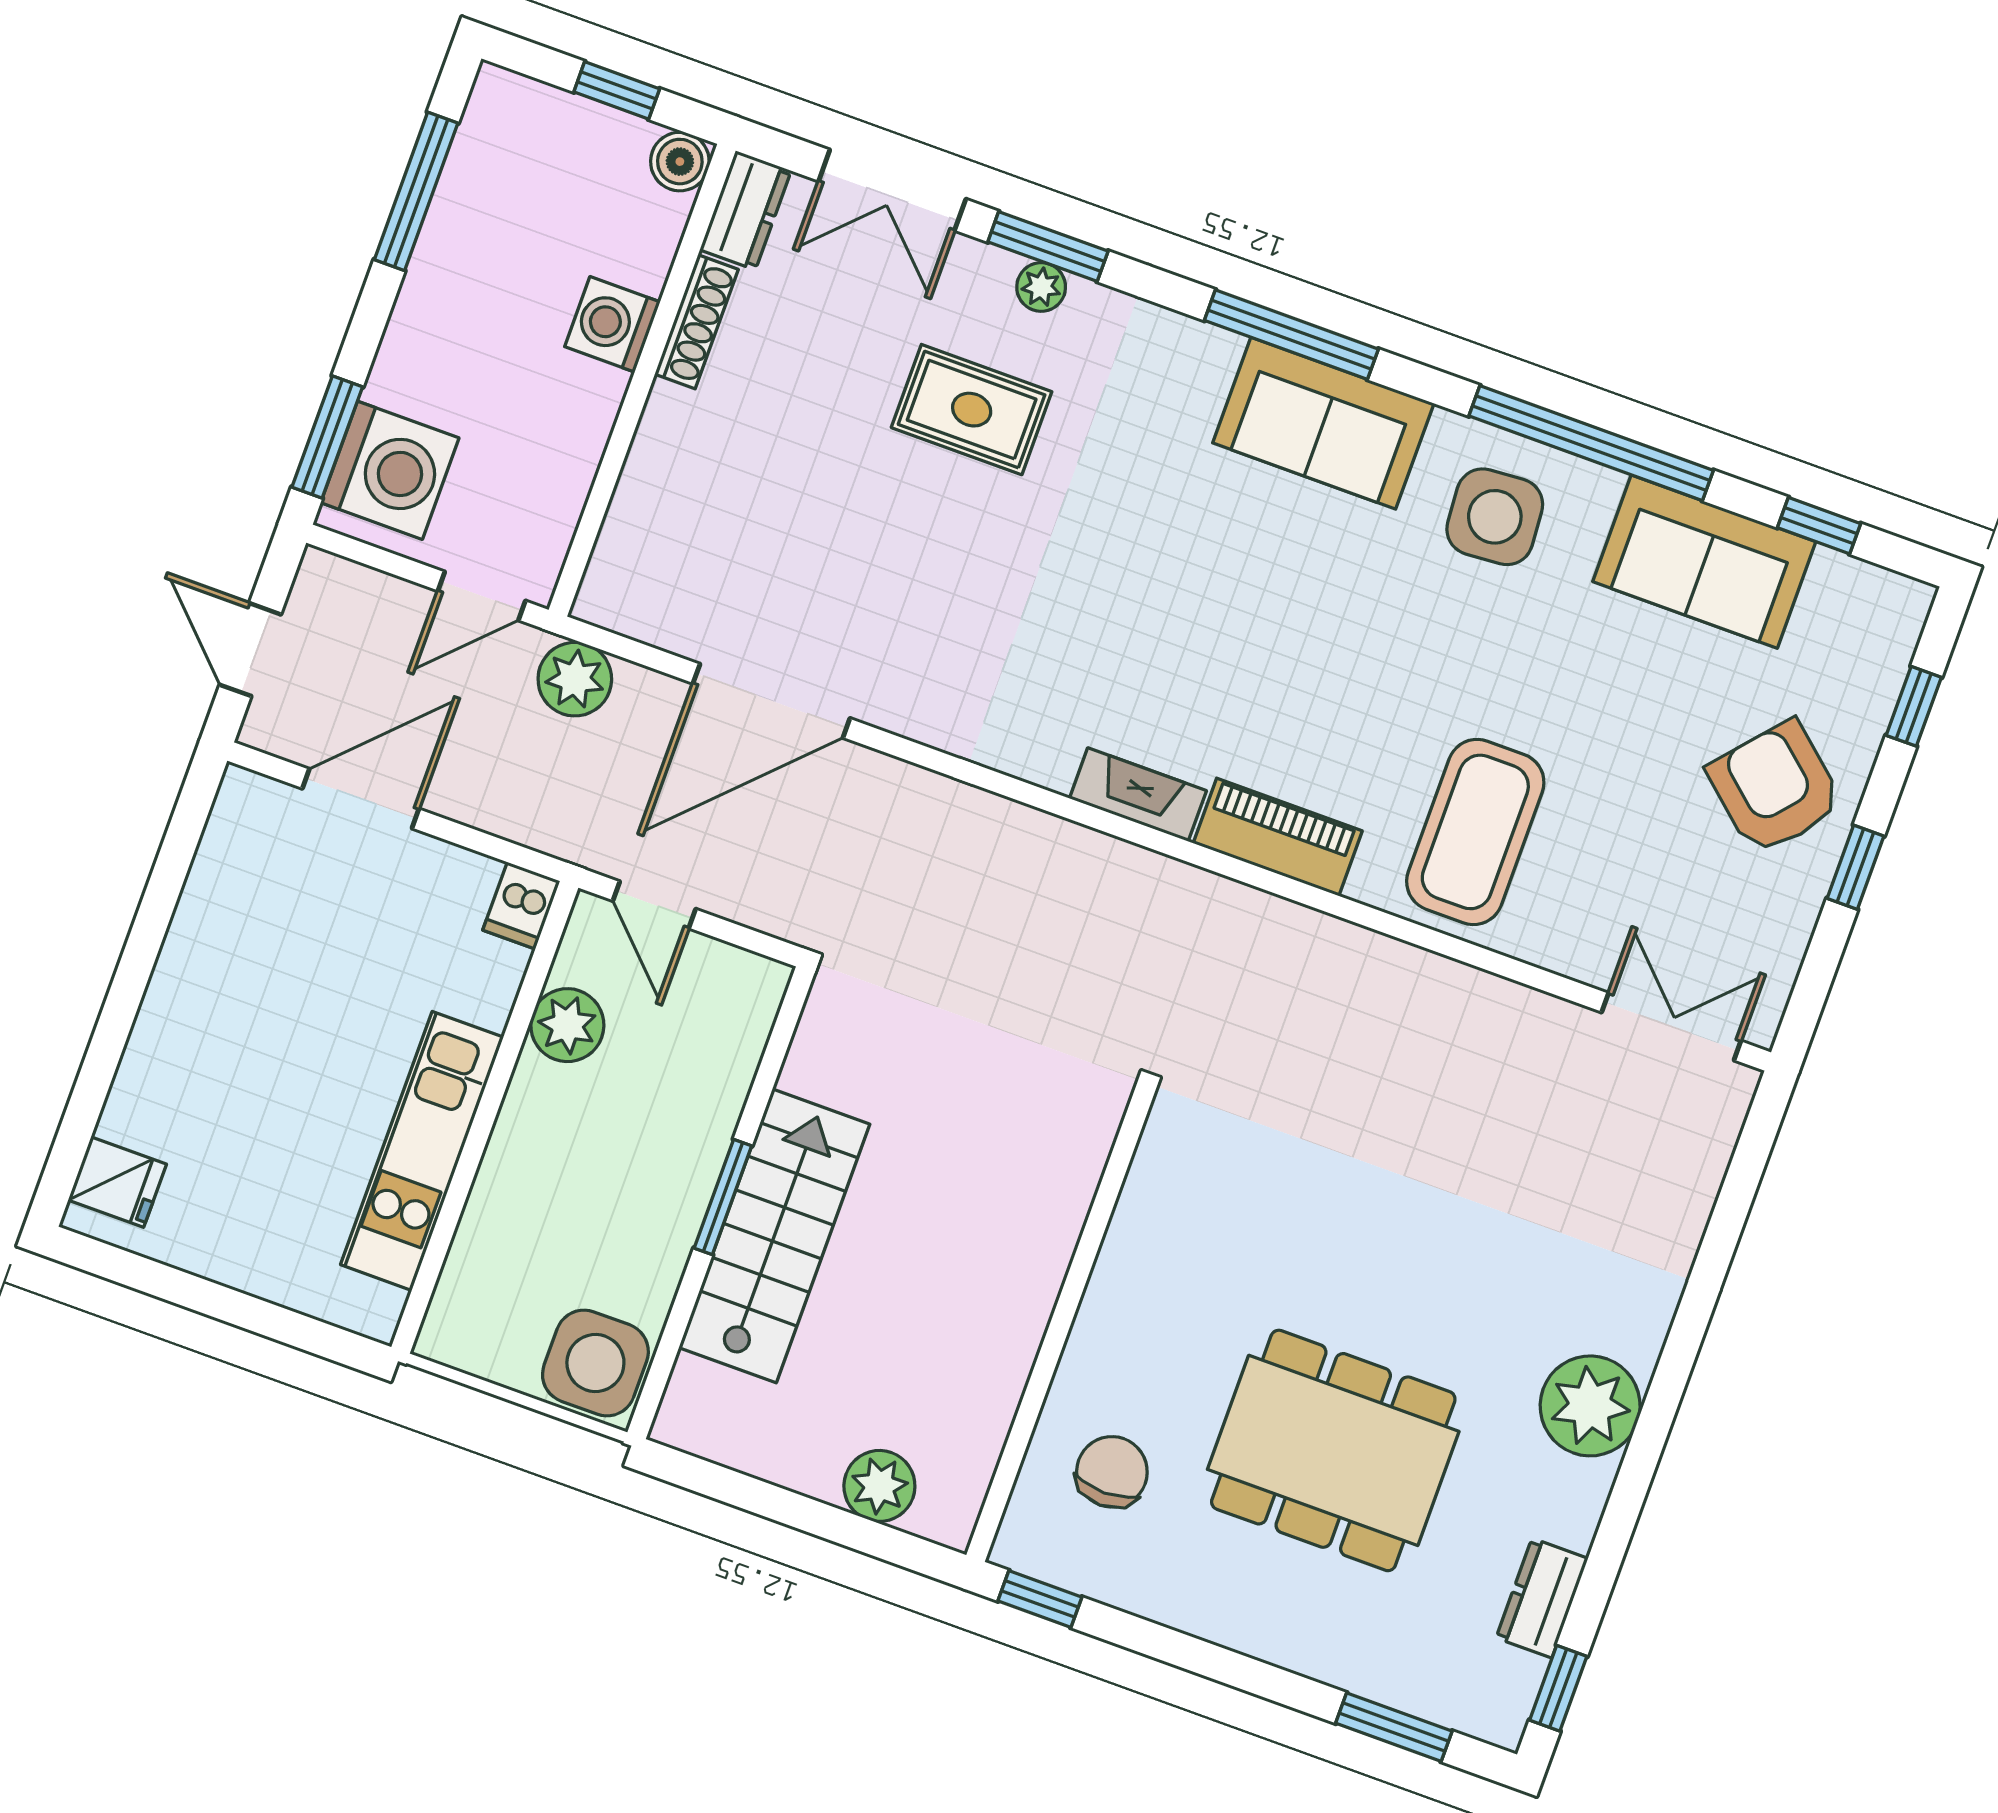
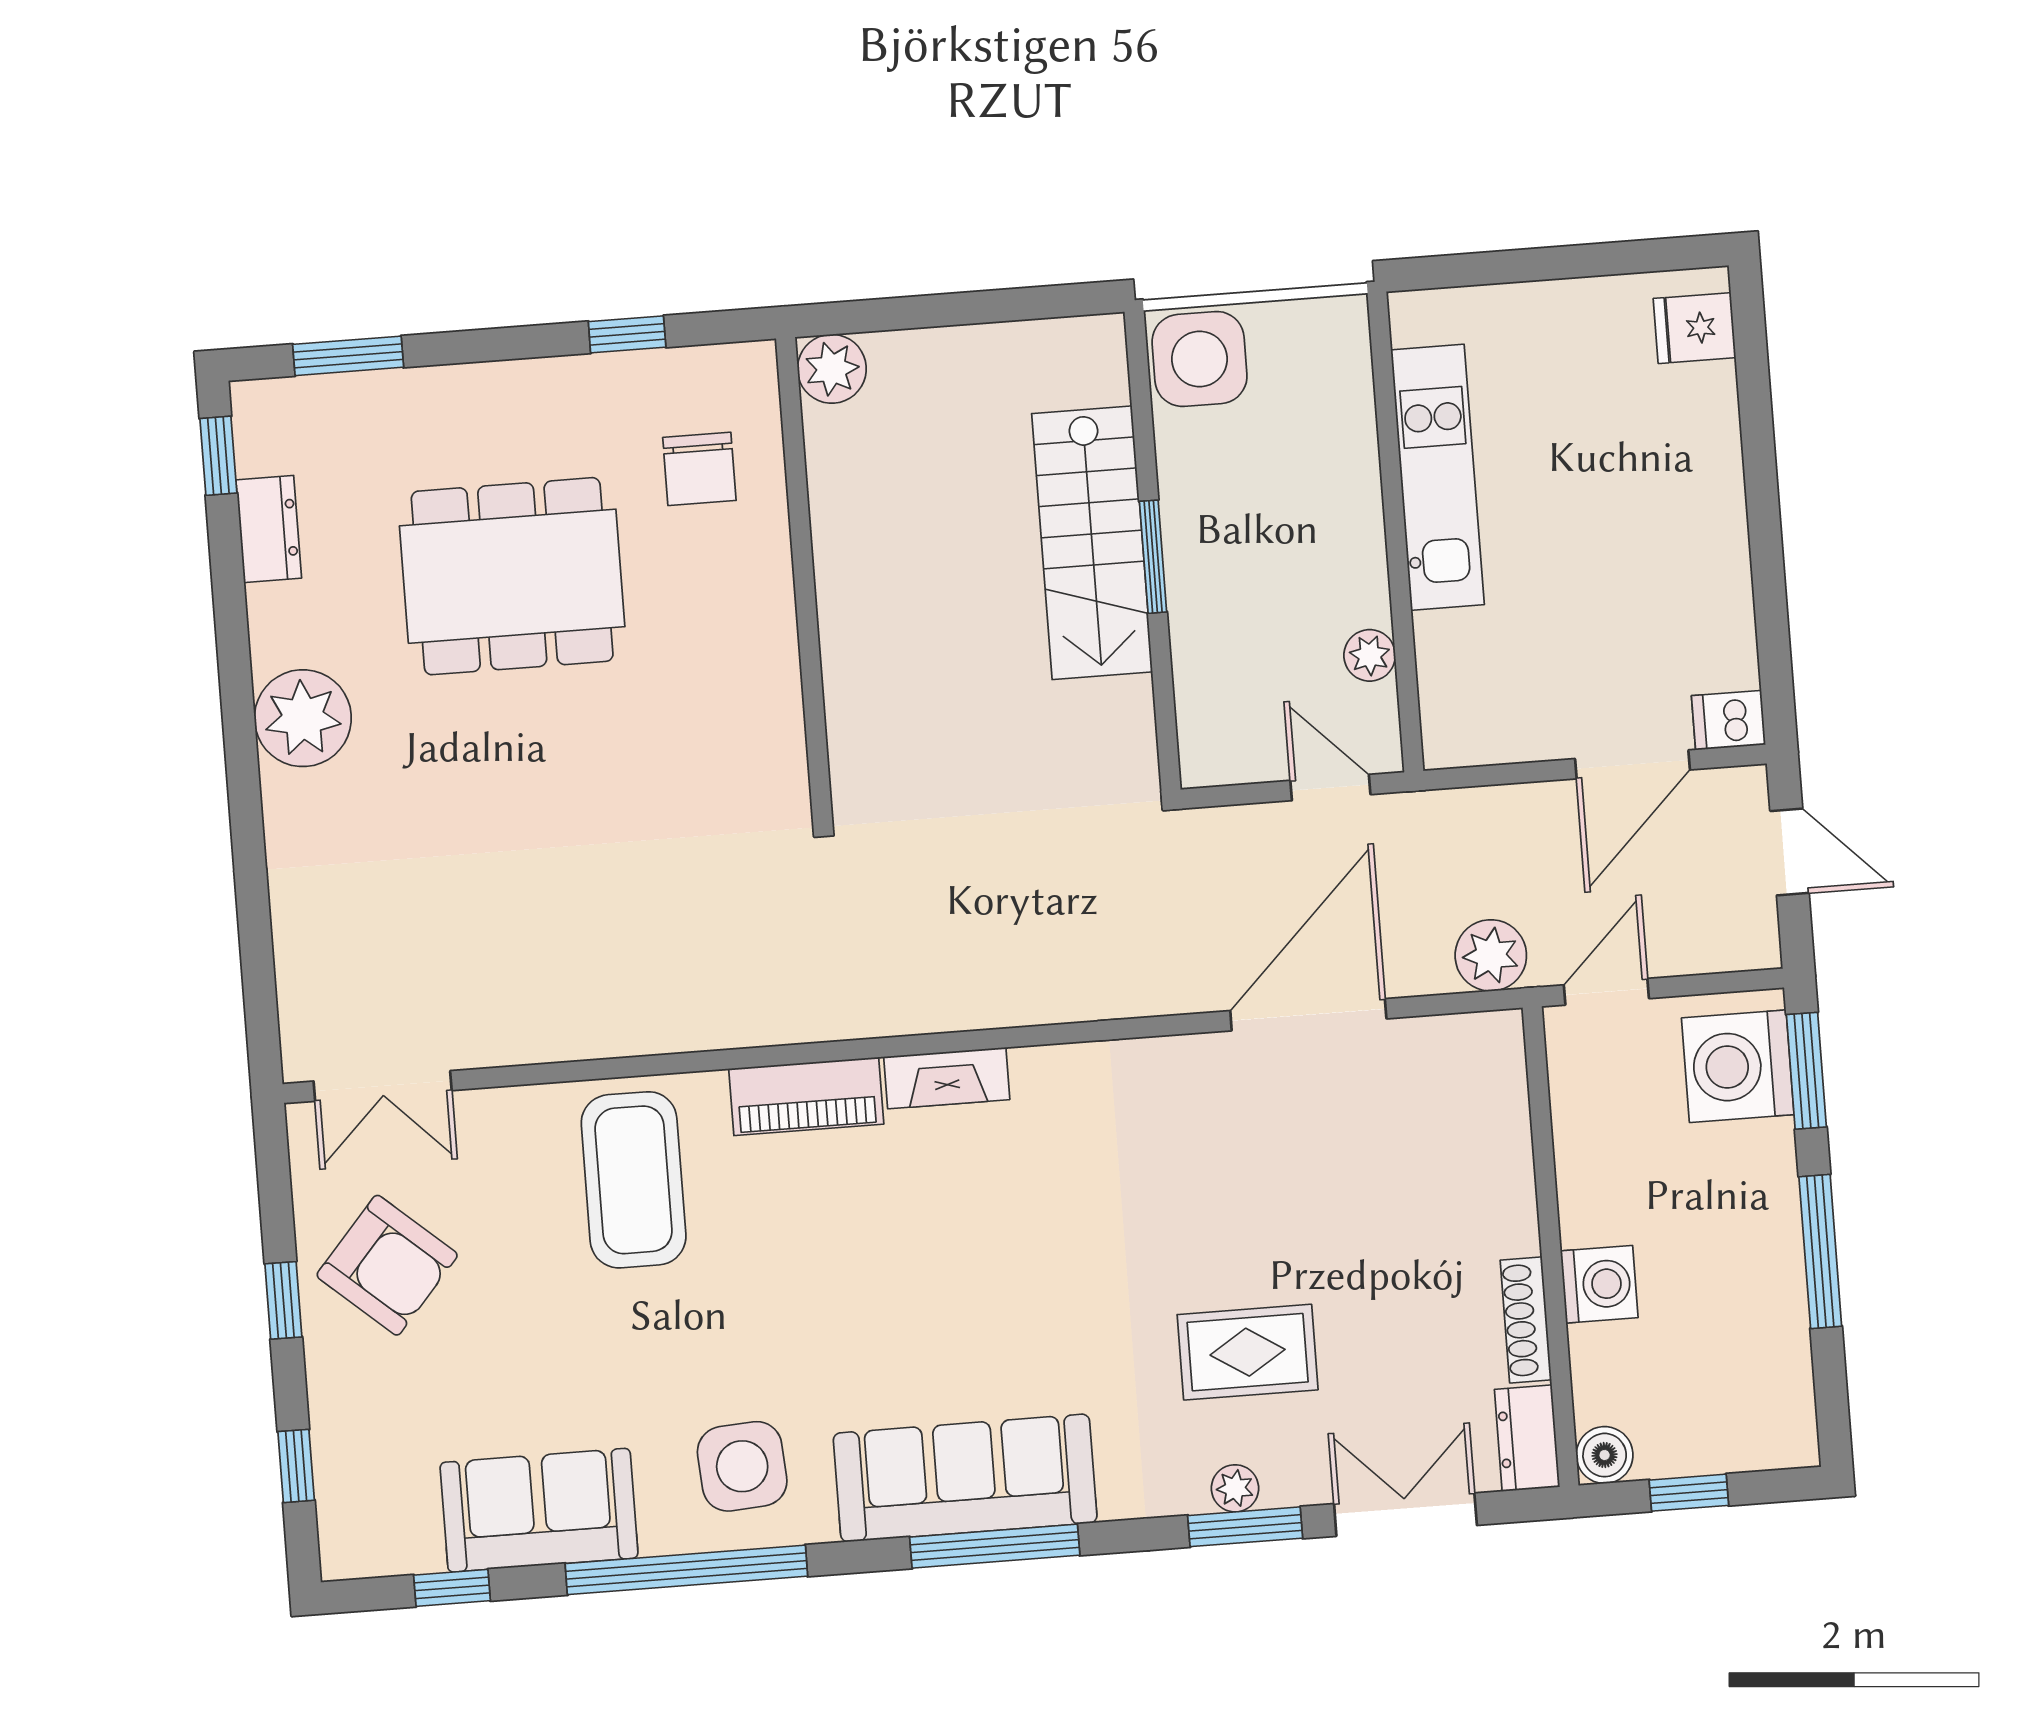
window: (416, 191) -> (1820, 1252), moved
sofa: (1323, 423) -> (965, 1478), width x1.36
armchair: (1775, 788) -> (387, 1265), moved
dishwasher: (521, 906) -> (1729, 720), moved, turned -90
plant: (567, 1025) -> (1370, 655), width x0.73, depth x0.73
plant: (879, 1486) -> (832, 369), moved
window: (1040, 1599) -> (627, 334), moved

